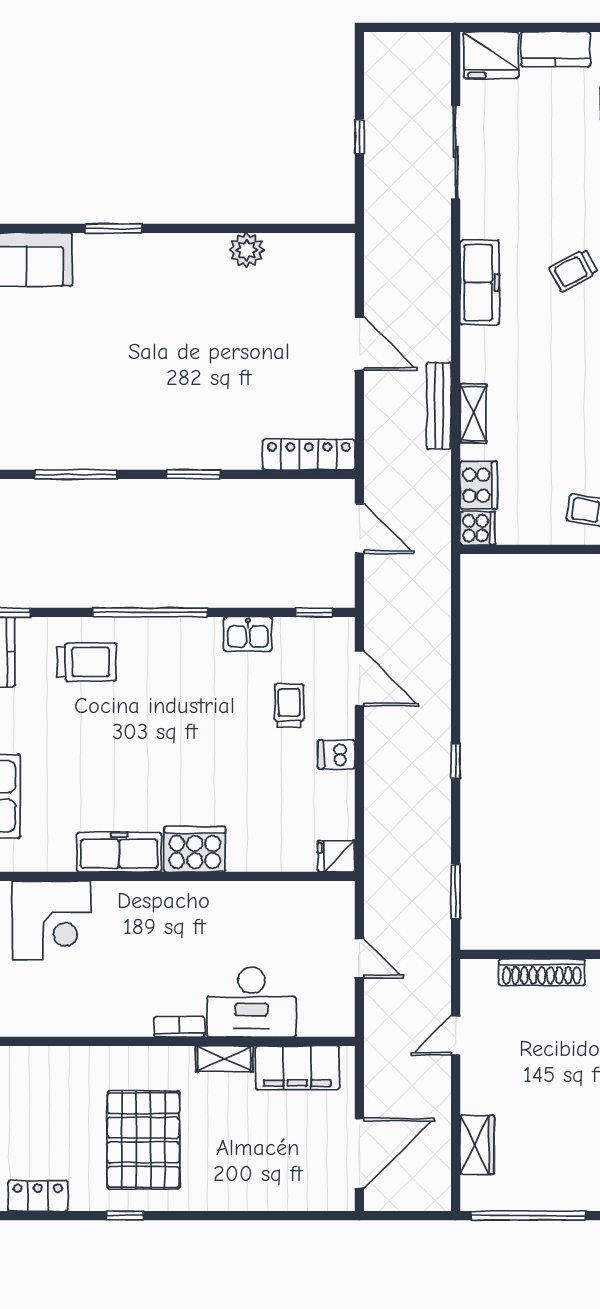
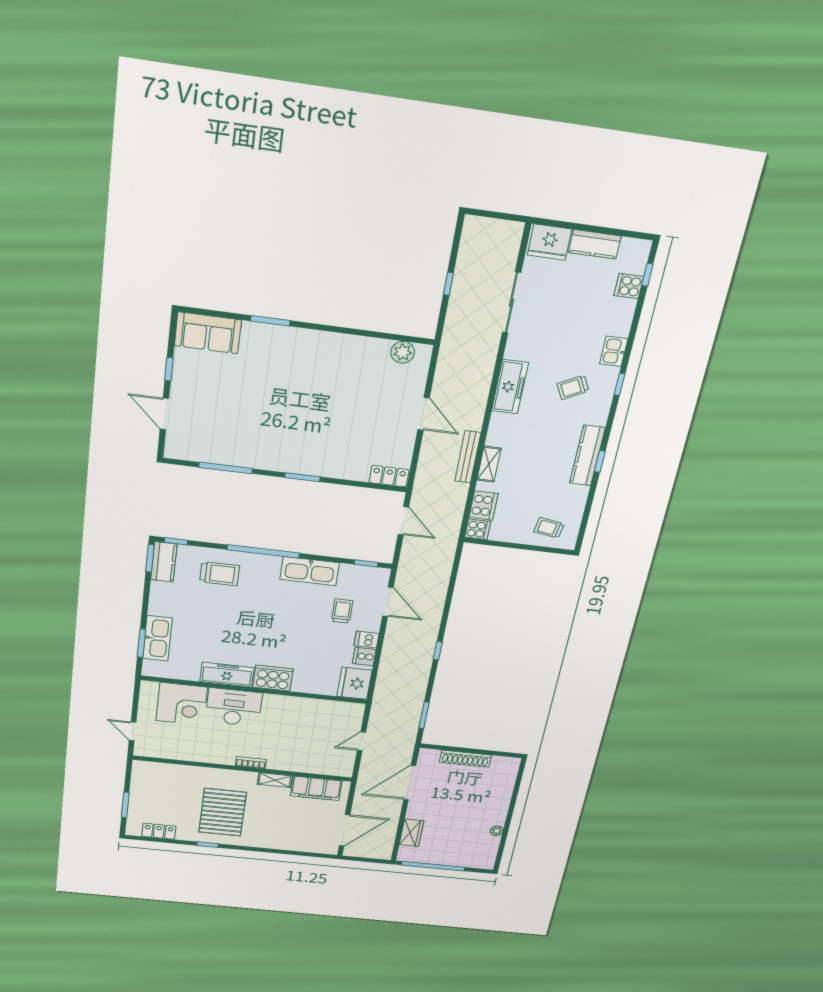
plant: (247, 250) -> (403, 352), moved
locker: (309, 455) -> (389, 476), width x0.66
kitchen sink: (248, 634) -> (310, 571), width x1.88, depth x1.24
cooker: (338, 788) -> (364, 656), added
fridge: (336, 856) -> (354, 683), width x1.88, depth x1.34
door: (359, 958) -> (361, 741), swing flipped
desk: (251, 1002) -> (234, 707), moved, turned 180
door: (456, 1035) -> (410, 783), width x1.87

